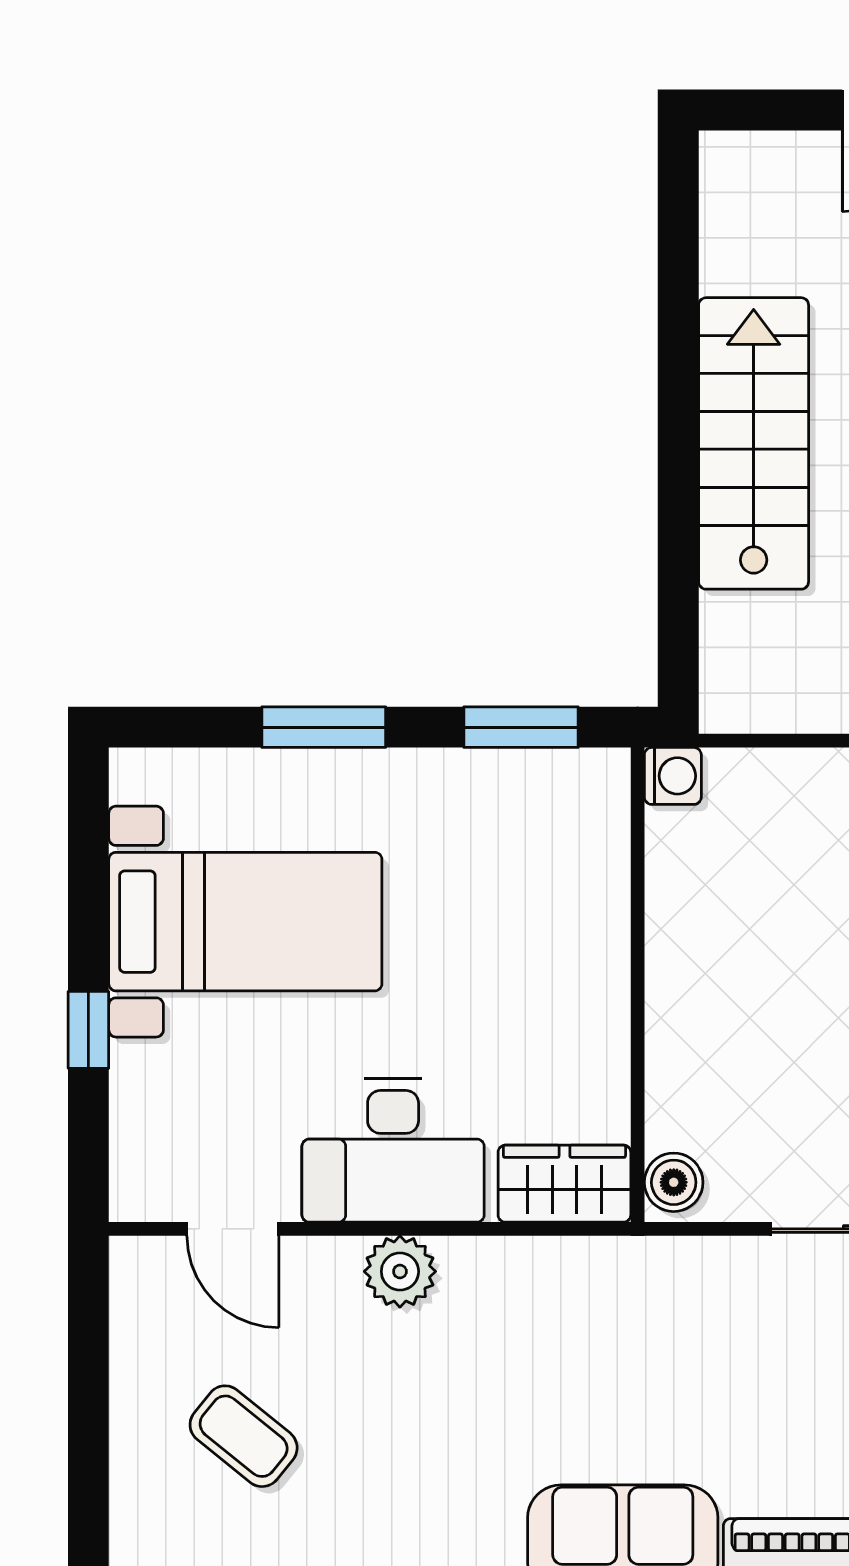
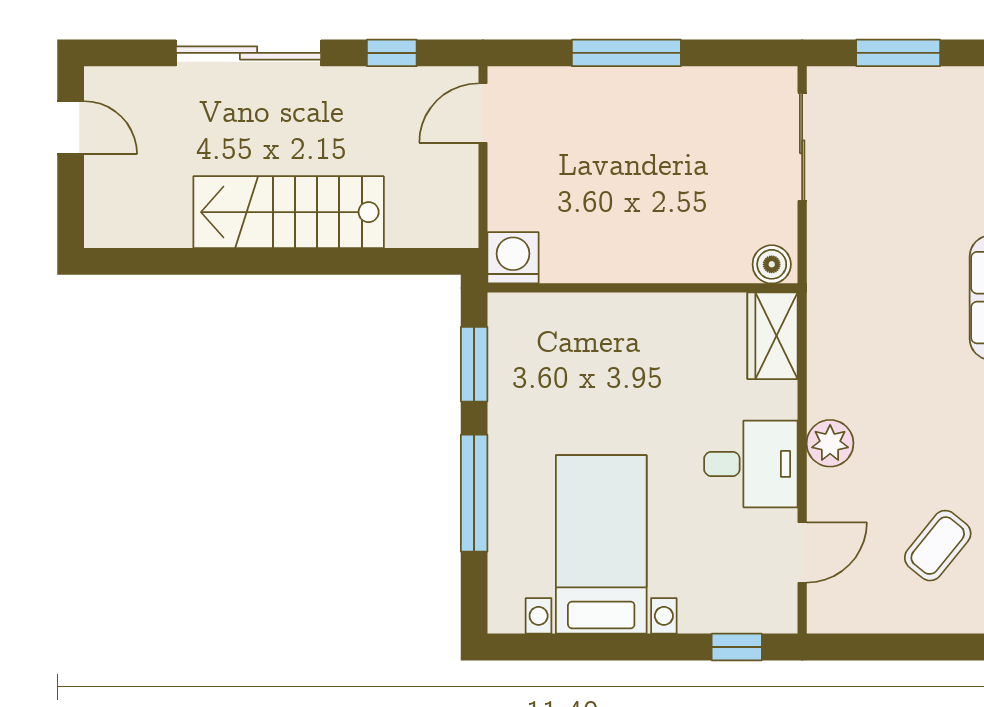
window: (324, 727) -> (474, 493), width x1.44
washing machine: (673, 776) -> (513, 258), width x1.38, depth x1.38
window: (88, 1030) -> (737, 647), moved
desk: (393, 1151) -> (751, 464), width x0.73

